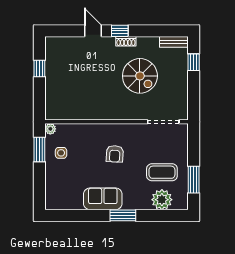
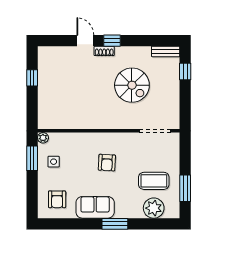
shoe rack: (126, 41) -> (104, 51), moved
armchair: (65, 191) -> (57, 199), added

